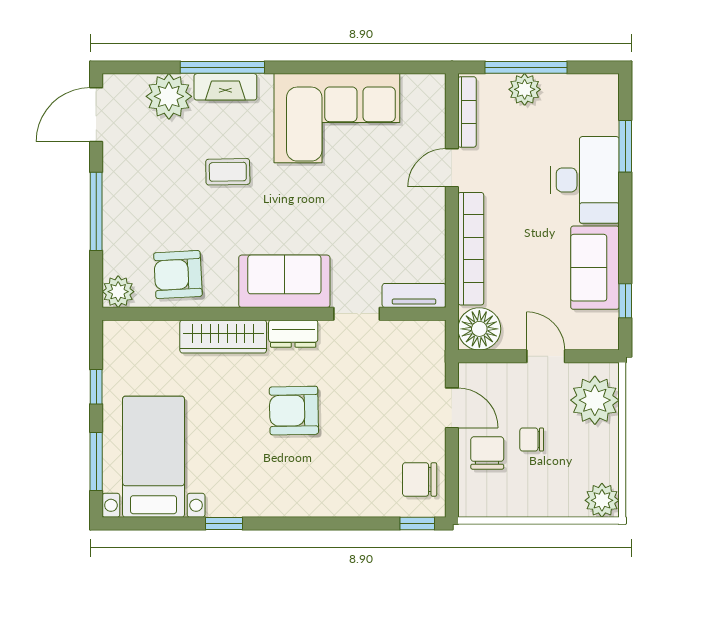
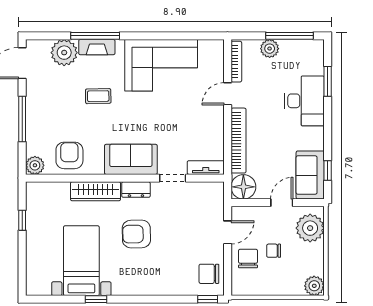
window: (526, 67) -> (290, 36), moved
sofa: (595, 268) -> (310, 175), moved
armchair: (178, 275) -> (69, 155), turned 93
door: (546, 356) -> (282, 203), hinge flipped
door: (452, 408) -> (228, 232), hinge flipped
bed with nightstands: (154, 457) -> (81, 261), moved
window: (96, 461) -> (22, 263), removed

